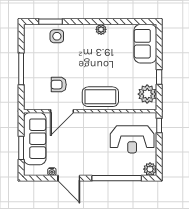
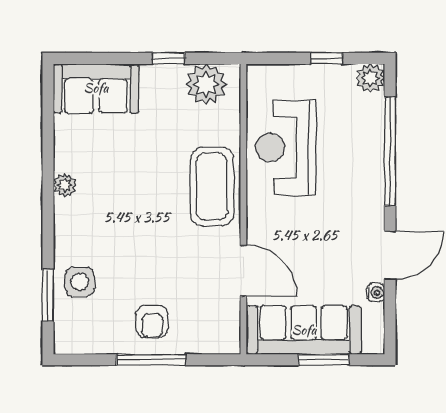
armchair: (59, 85) -> (152, 321), moved
window: (159, 125) -> (327, 58), moved
reception desk: (132, 139) -> (286, 148), moved, turned 180

